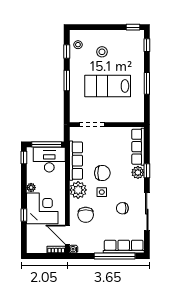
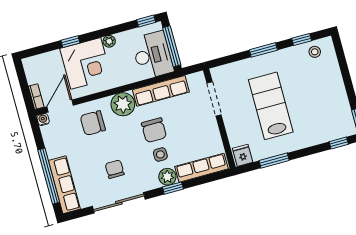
stool: (102, 52) -> (314, 86), removed
window: (147, 83) -> (274, 161), moved
fridge: (137, 115) -> (243, 155), added
side table: (102, 192) -> (160, 154), moved

